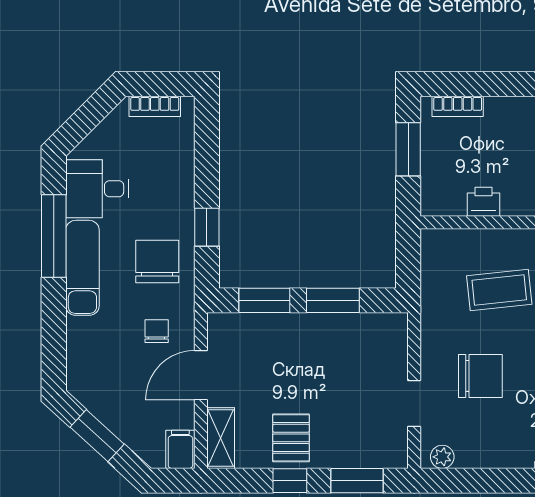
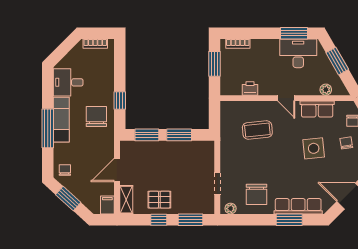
window: (54, 236) -> (48, 128), moved
chair: (157, 331) -> (65, 170), moved
chair: (480, 376) -> (257, 194), moved, turned 90
pallet: (291, 438) -> (159, 200), turned 90

